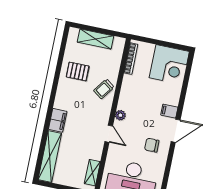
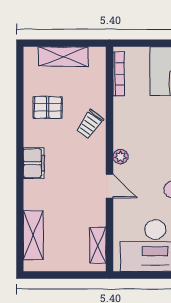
filing cabinet: (58, 120) -> (34, 163), moved
shelving: (50, 157) -> (33, 235), width x0.68

